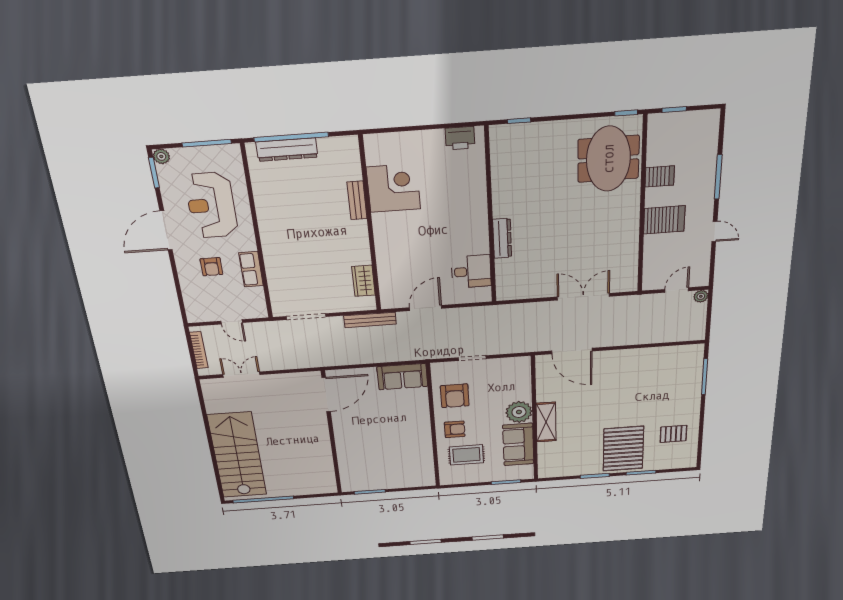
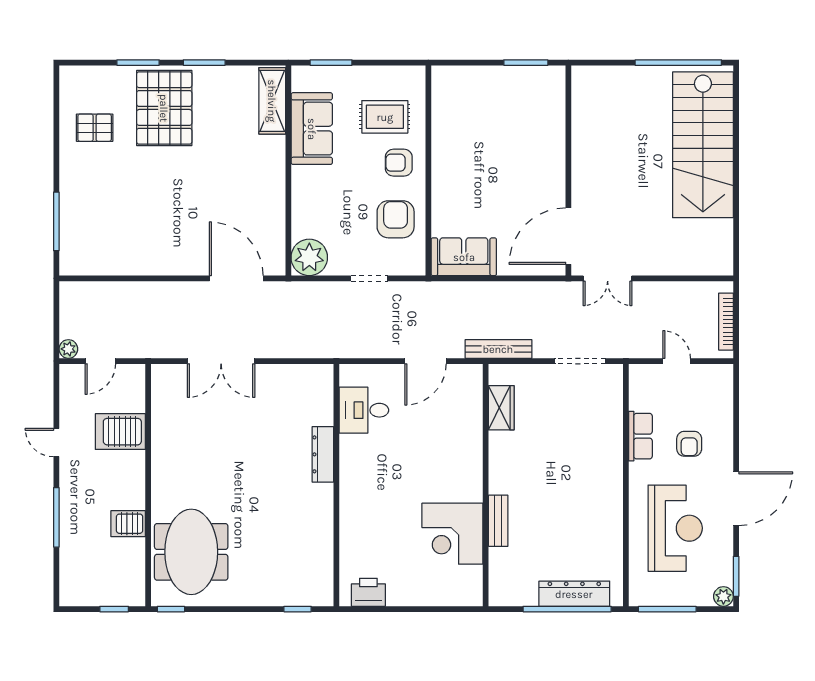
server rack: (664, 220) -> (120, 432), moved
armchair: (211, 267) -> (689, 444), turned 180
double door: (241, 375) -> (608, 278), moved
plant: (519, 412) -> (309, 257), moved
shelving: (546, 422) -> (272, 101), moved

